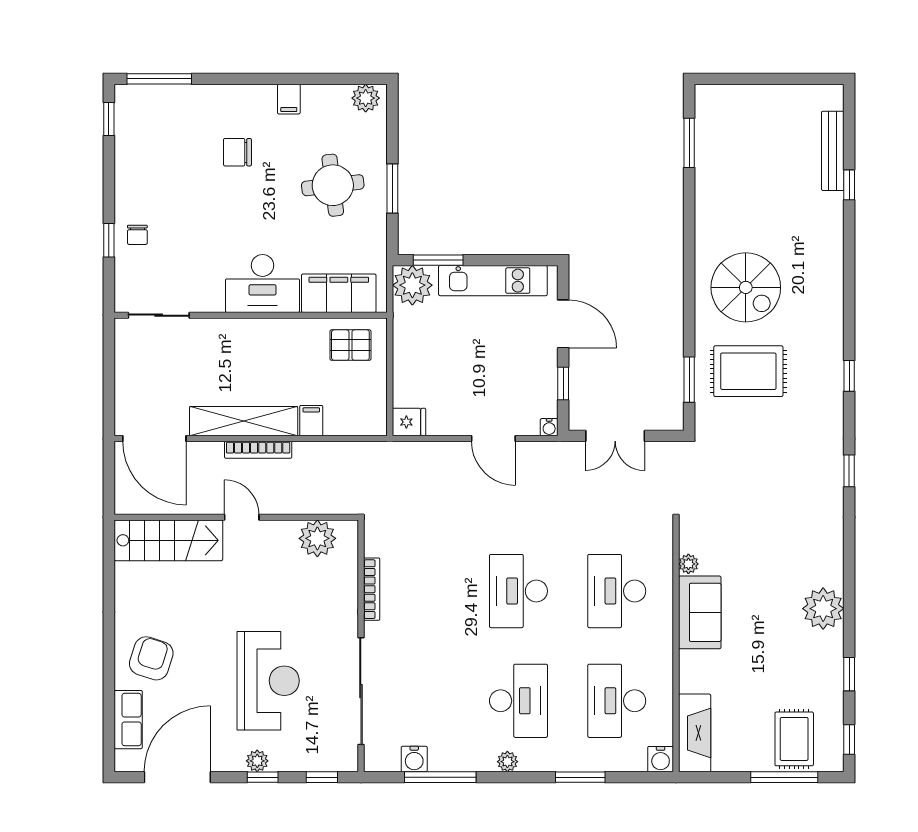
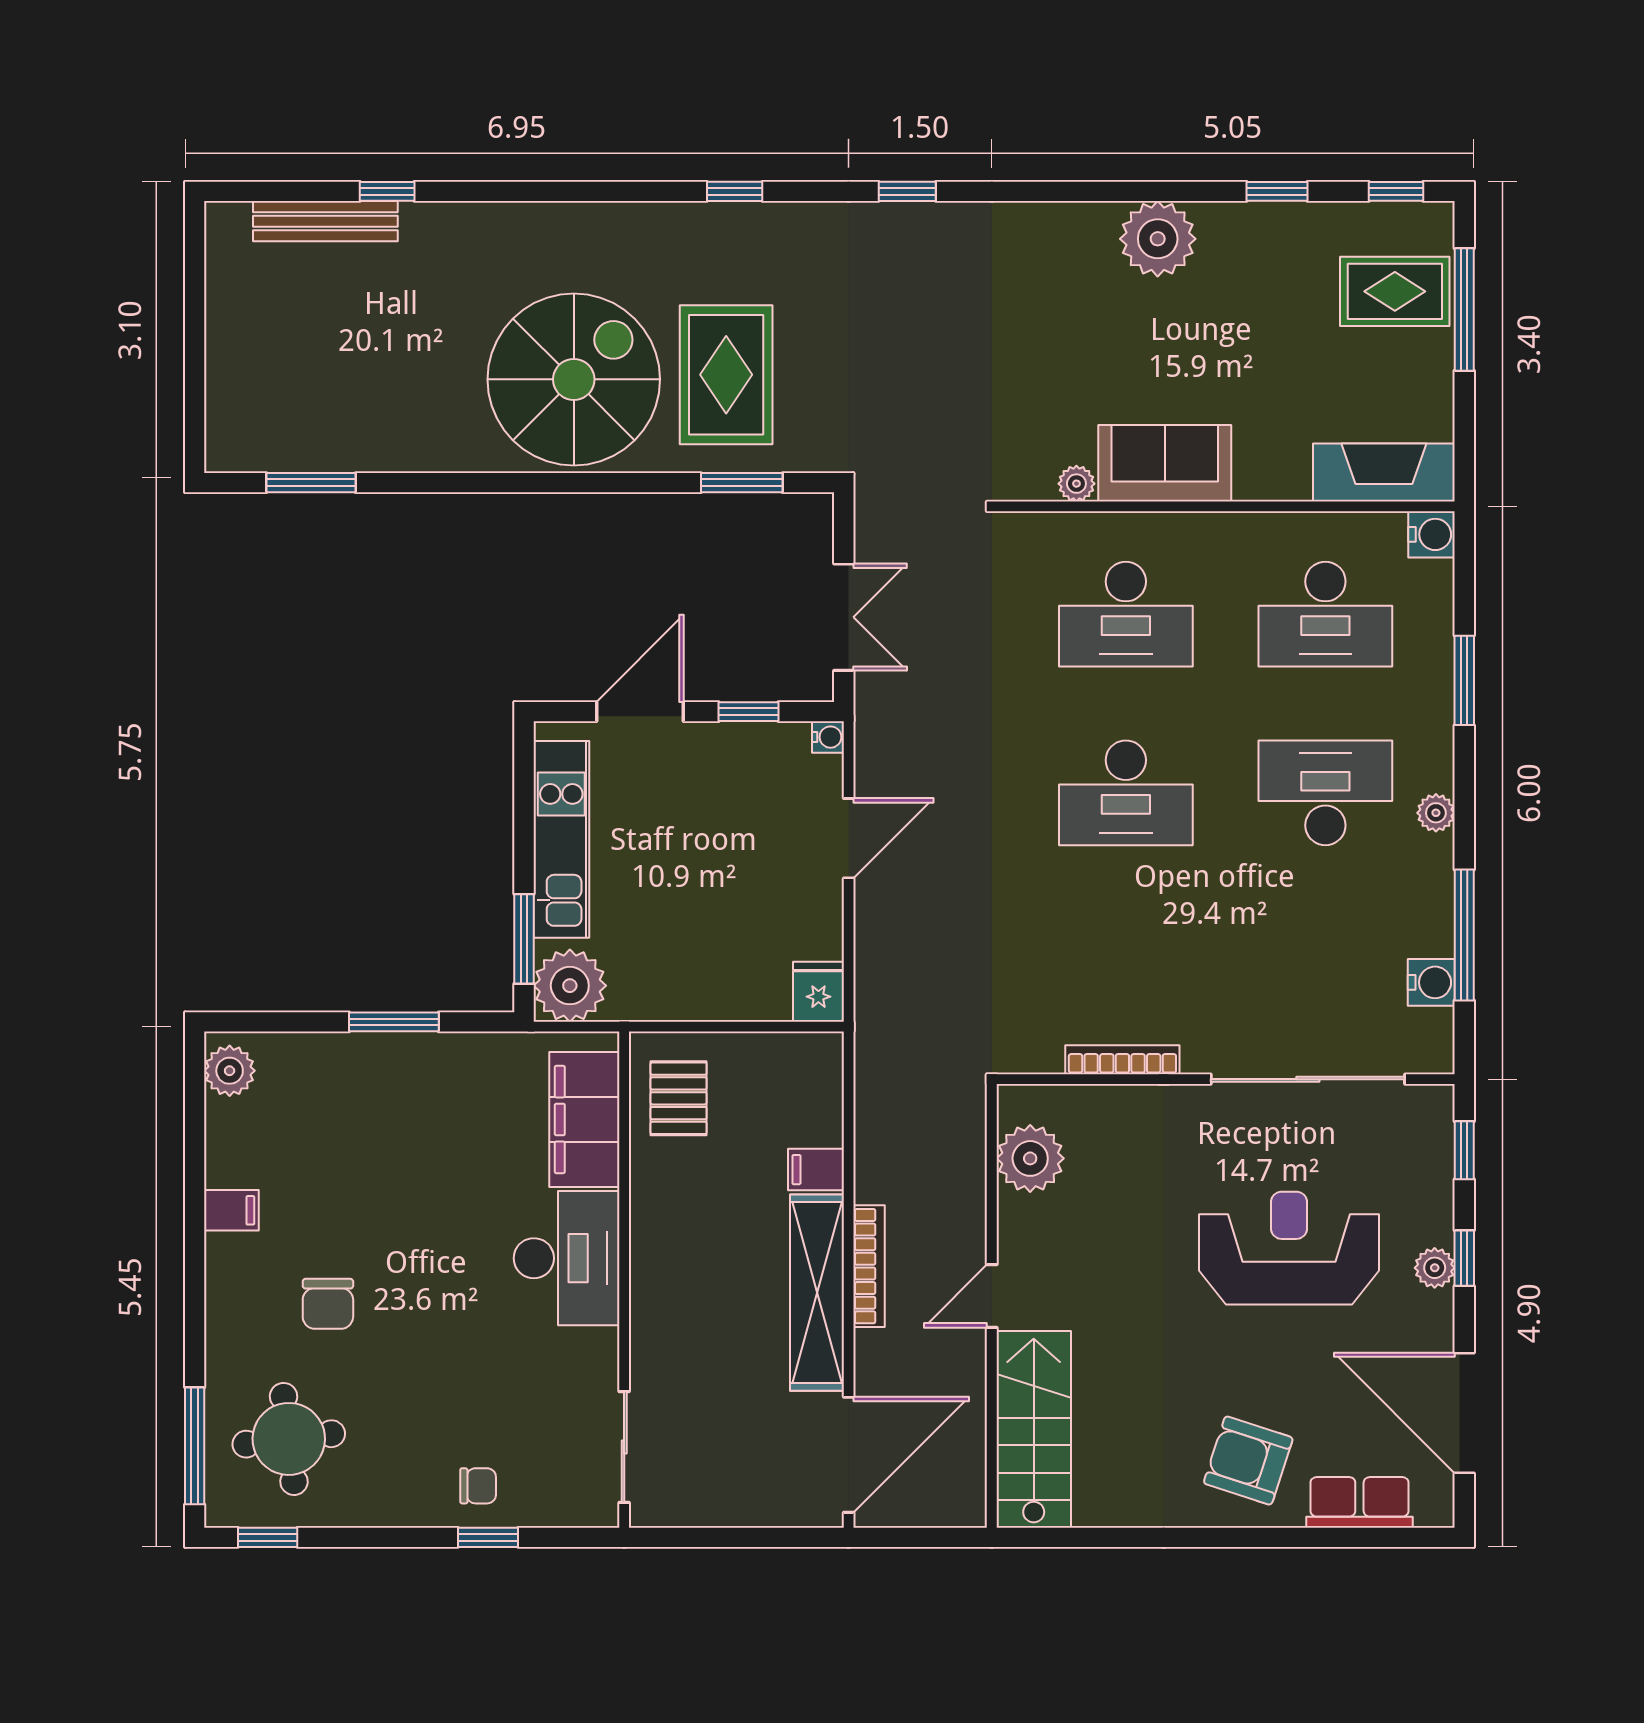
round table: (333, 185) -> (289, 1439), moved
spiral stairs: (746, 287) -> (574, 379), width x1.37, depth x1.37

